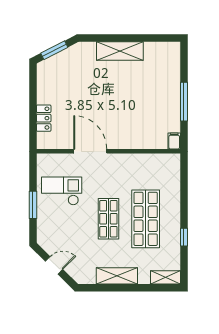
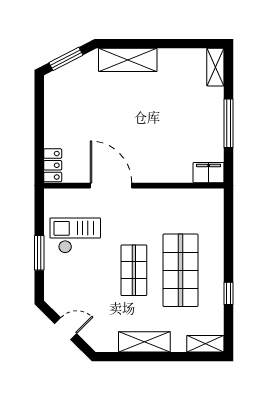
shelving: (120, 51) -> (128, 60), moved
shelving: (173, 57) -> (215, 67), added
locker: (44, 118) -> (53, 165), moved
filing cabinet: (174, 141) -> (209, 173), width x2.00

